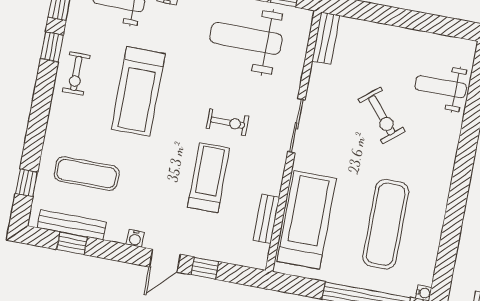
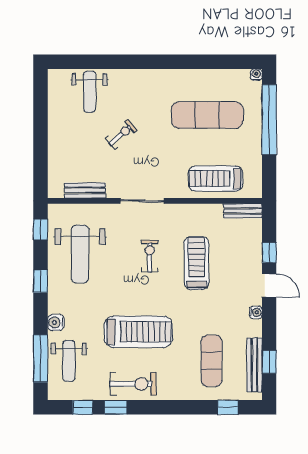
bench: (326, 38) -> (85, 190), moved
exercise bike: (76, 73) -> (133, 384), width x1.38, depth x1.39
exercise bike: (382, 115) -> (121, 134), width x0.73, depth x0.72
treadmill: (209, 178) -> (197, 263), turned 90
bench: (266, 219) -> (243, 211), moved
treadmill: (307, 220) -> (216, 179), width x0.73, depth x0.73

